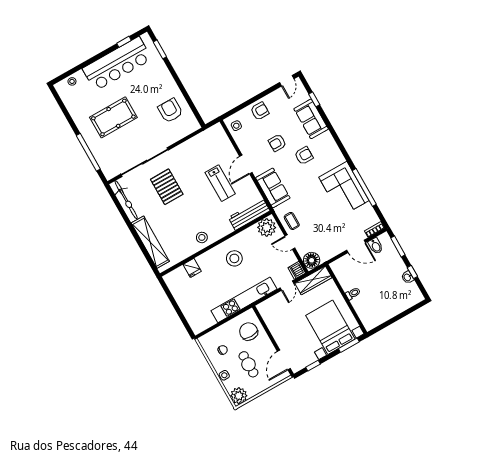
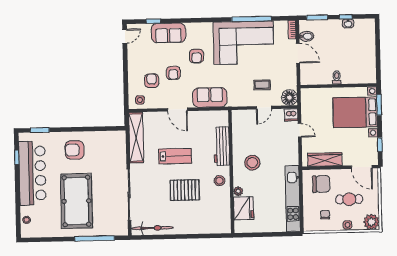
door: (287, 81) -> (125, 36), hinge flipped
armchair: (170, 110) -> (74, 150), moved
armchair: (260, 111) -> (152, 81), moved
pool table: (113, 117) -> (76, 201), width x1.36, depth x1.32
armchair: (304, 156) -> (196, 56), turned 180
lab bench: (220, 183) -> (175, 156), moved
pallet: (167, 187) -> (185, 190), moved
corner sofa: (344, 189) -> (243, 43), width x1.36, depth x1.36
workbench: (249, 214) -> (222, 146), moved
coffee table: (292, 221) -> (262, 85), moved
plant: (267, 227) -> (238, 191), moved, width x0.53, depth x0.53
shelving: (150, 242) -> (136, 138), moved, turned 90
door: (356, 246) -> (298, 53), hinge flipped
fridge: (192, 268) -> (244, 208), width x1.88, depth x1.34
wardrobe: (313, 280) -> (325, 160), moved, turned -90
kitchen unit: (244, 300) -> (293, 199), moved
chair: (249, 331) -> (321, 184), turned 180

